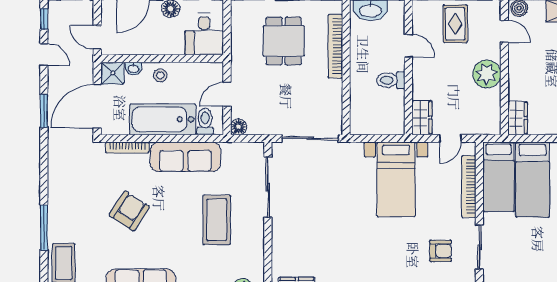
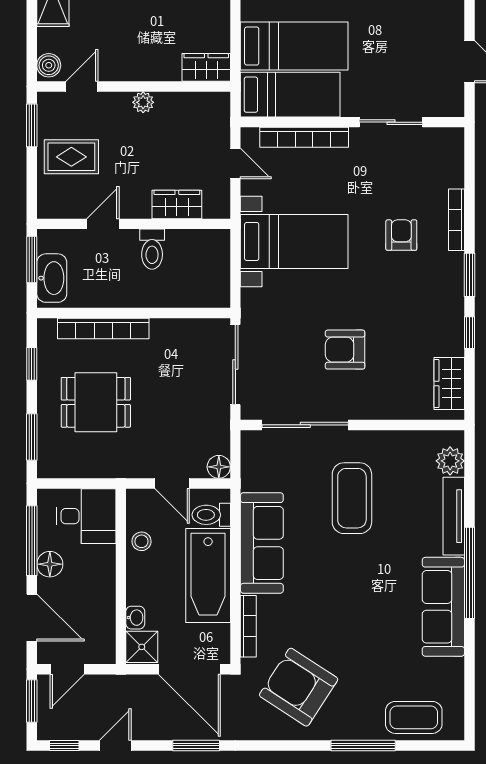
door: (97, 37) -> (67, 669), moved
plant: (487, 74) -> (143, 102), width x0.53, depth x0.53
stool: (160, 75) -> (141, 541), moved
wardrobe: (422, 118) -> (177, 204), moved
armchair: (129, 211) -> (299, 687), moved, width x1.36, depth x1.36
armchair: (321, 215) -> (345, 350), added
coffee table: (217, 220) -> (352, 498), turned 90
armchair: (441, 251) -> (401, 235), moved

